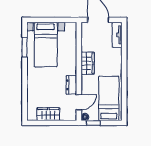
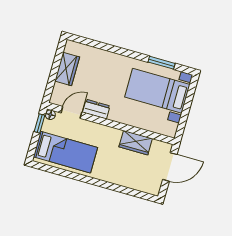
tv unit: (117, 35) -> (144, 186), removed
wardrobe: (88, 63) -> (136, 143), moved
door: (79, 102) -> (71, 112), swing flipped

